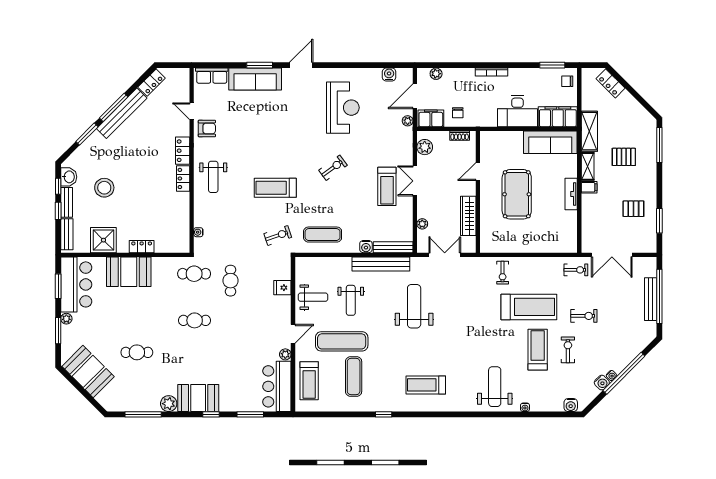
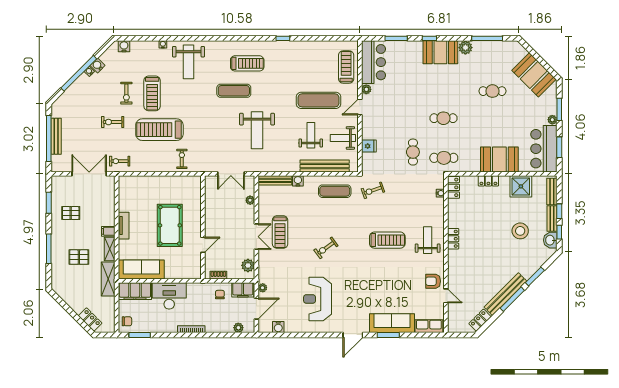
window: (659, 145) -> (49, 249), moved
locker: (183, 151) -> (454, 187), moved
treadmill: (387, 186) -> (280, 232), turned 180
treadmill: (275, 188) -> (387, 240), moved
wardrobe: (468, 216) -> (211, 207), removed
bench: (381, 264) -> (325, 166), moved
exercise mat: (354, 377) -> (234, 91), moved, turned 90

